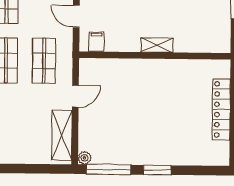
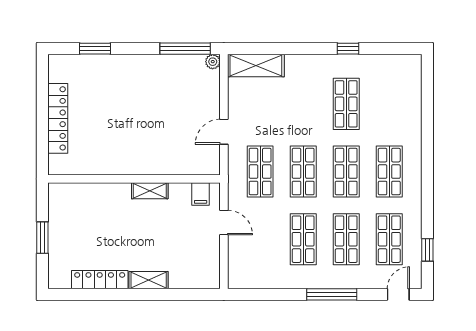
shelving: (157, 45) -> (150, 191), moved
shelving: (62, 135) -> (256, 66), moved, turned 90
window: (157, 170) -> (95, 49), moved

